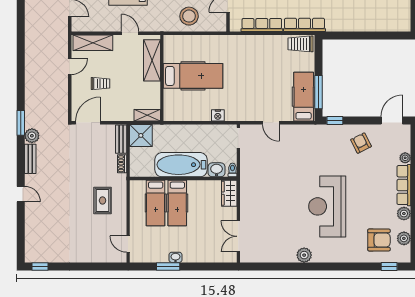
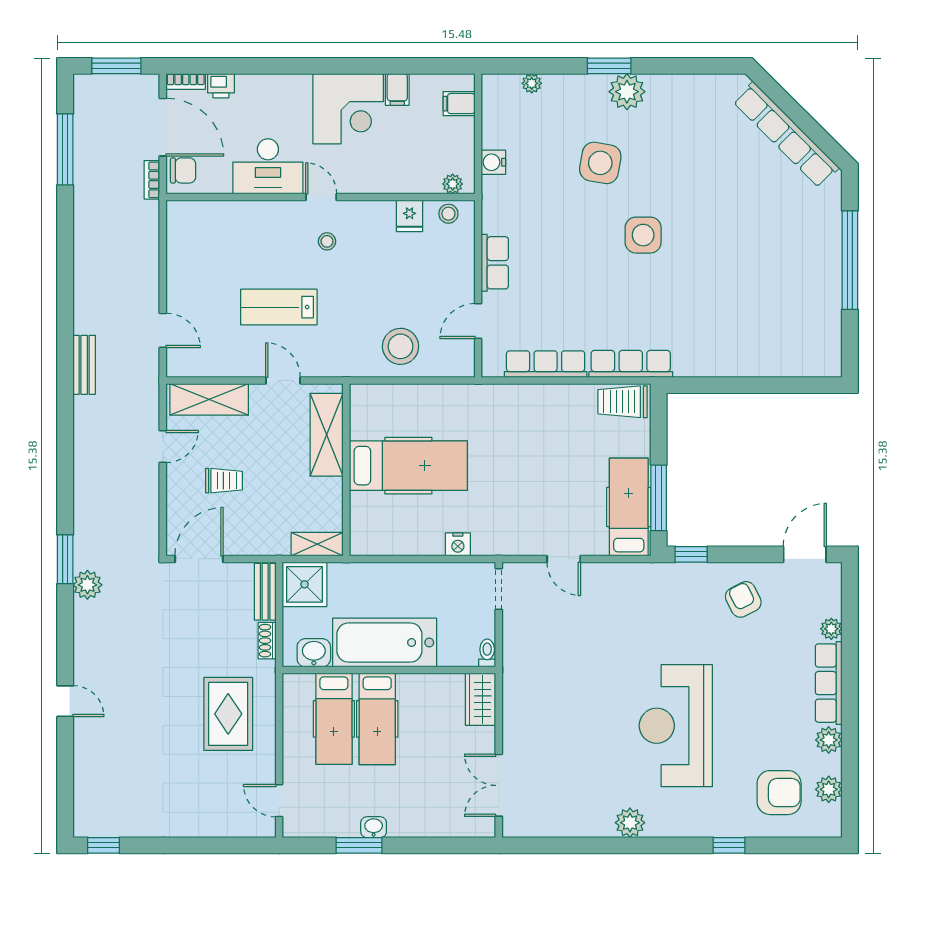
bench: (30, 159) -> (84, 365), moved
washbasin: (217, 170) -> (314, 653), moved
rug: (103, 200) -> (228, 714), width x1.36, depth x1.43
window: (389, 266) -> (729, 845), moved

